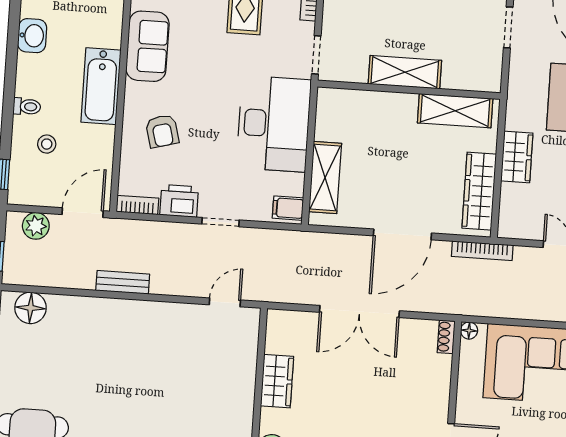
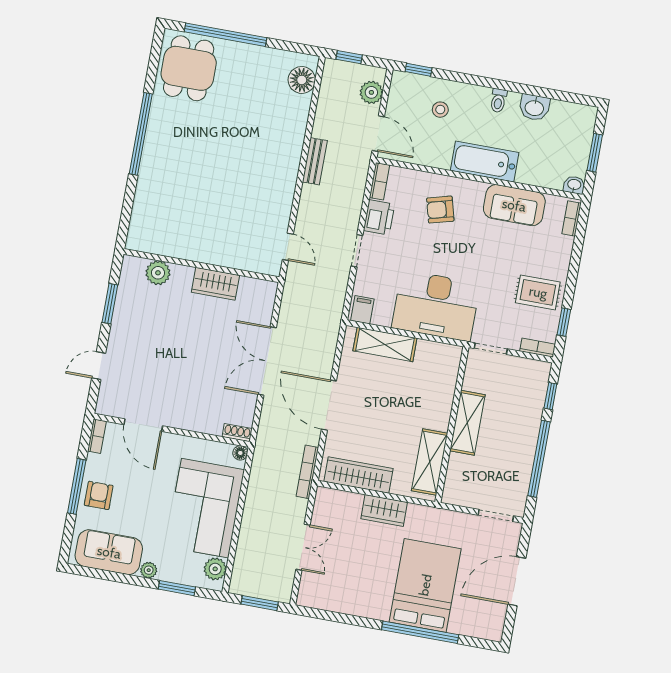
toilet: (27, 107) -> (498, 101), moved

